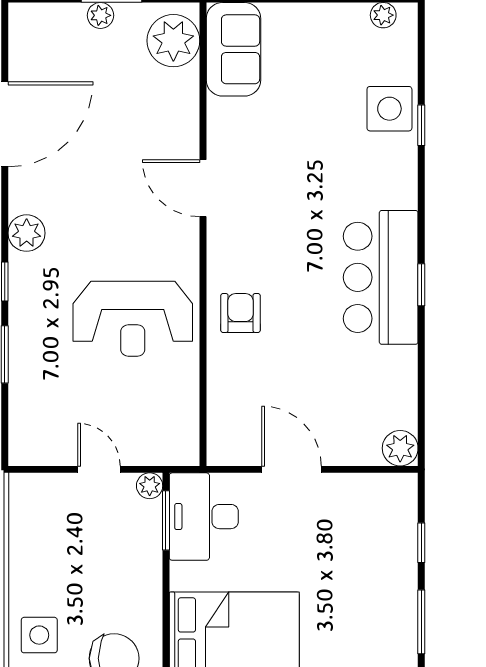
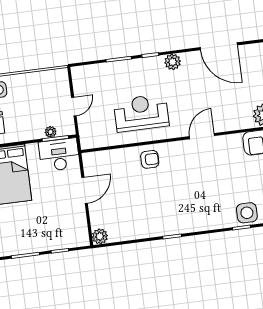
bar counter: (381, 277) -> (173, 218), removed
reception desk: (133, 319) -> (141, 113), turned 90
plant: (150, 486) -> (51, 132), moved

